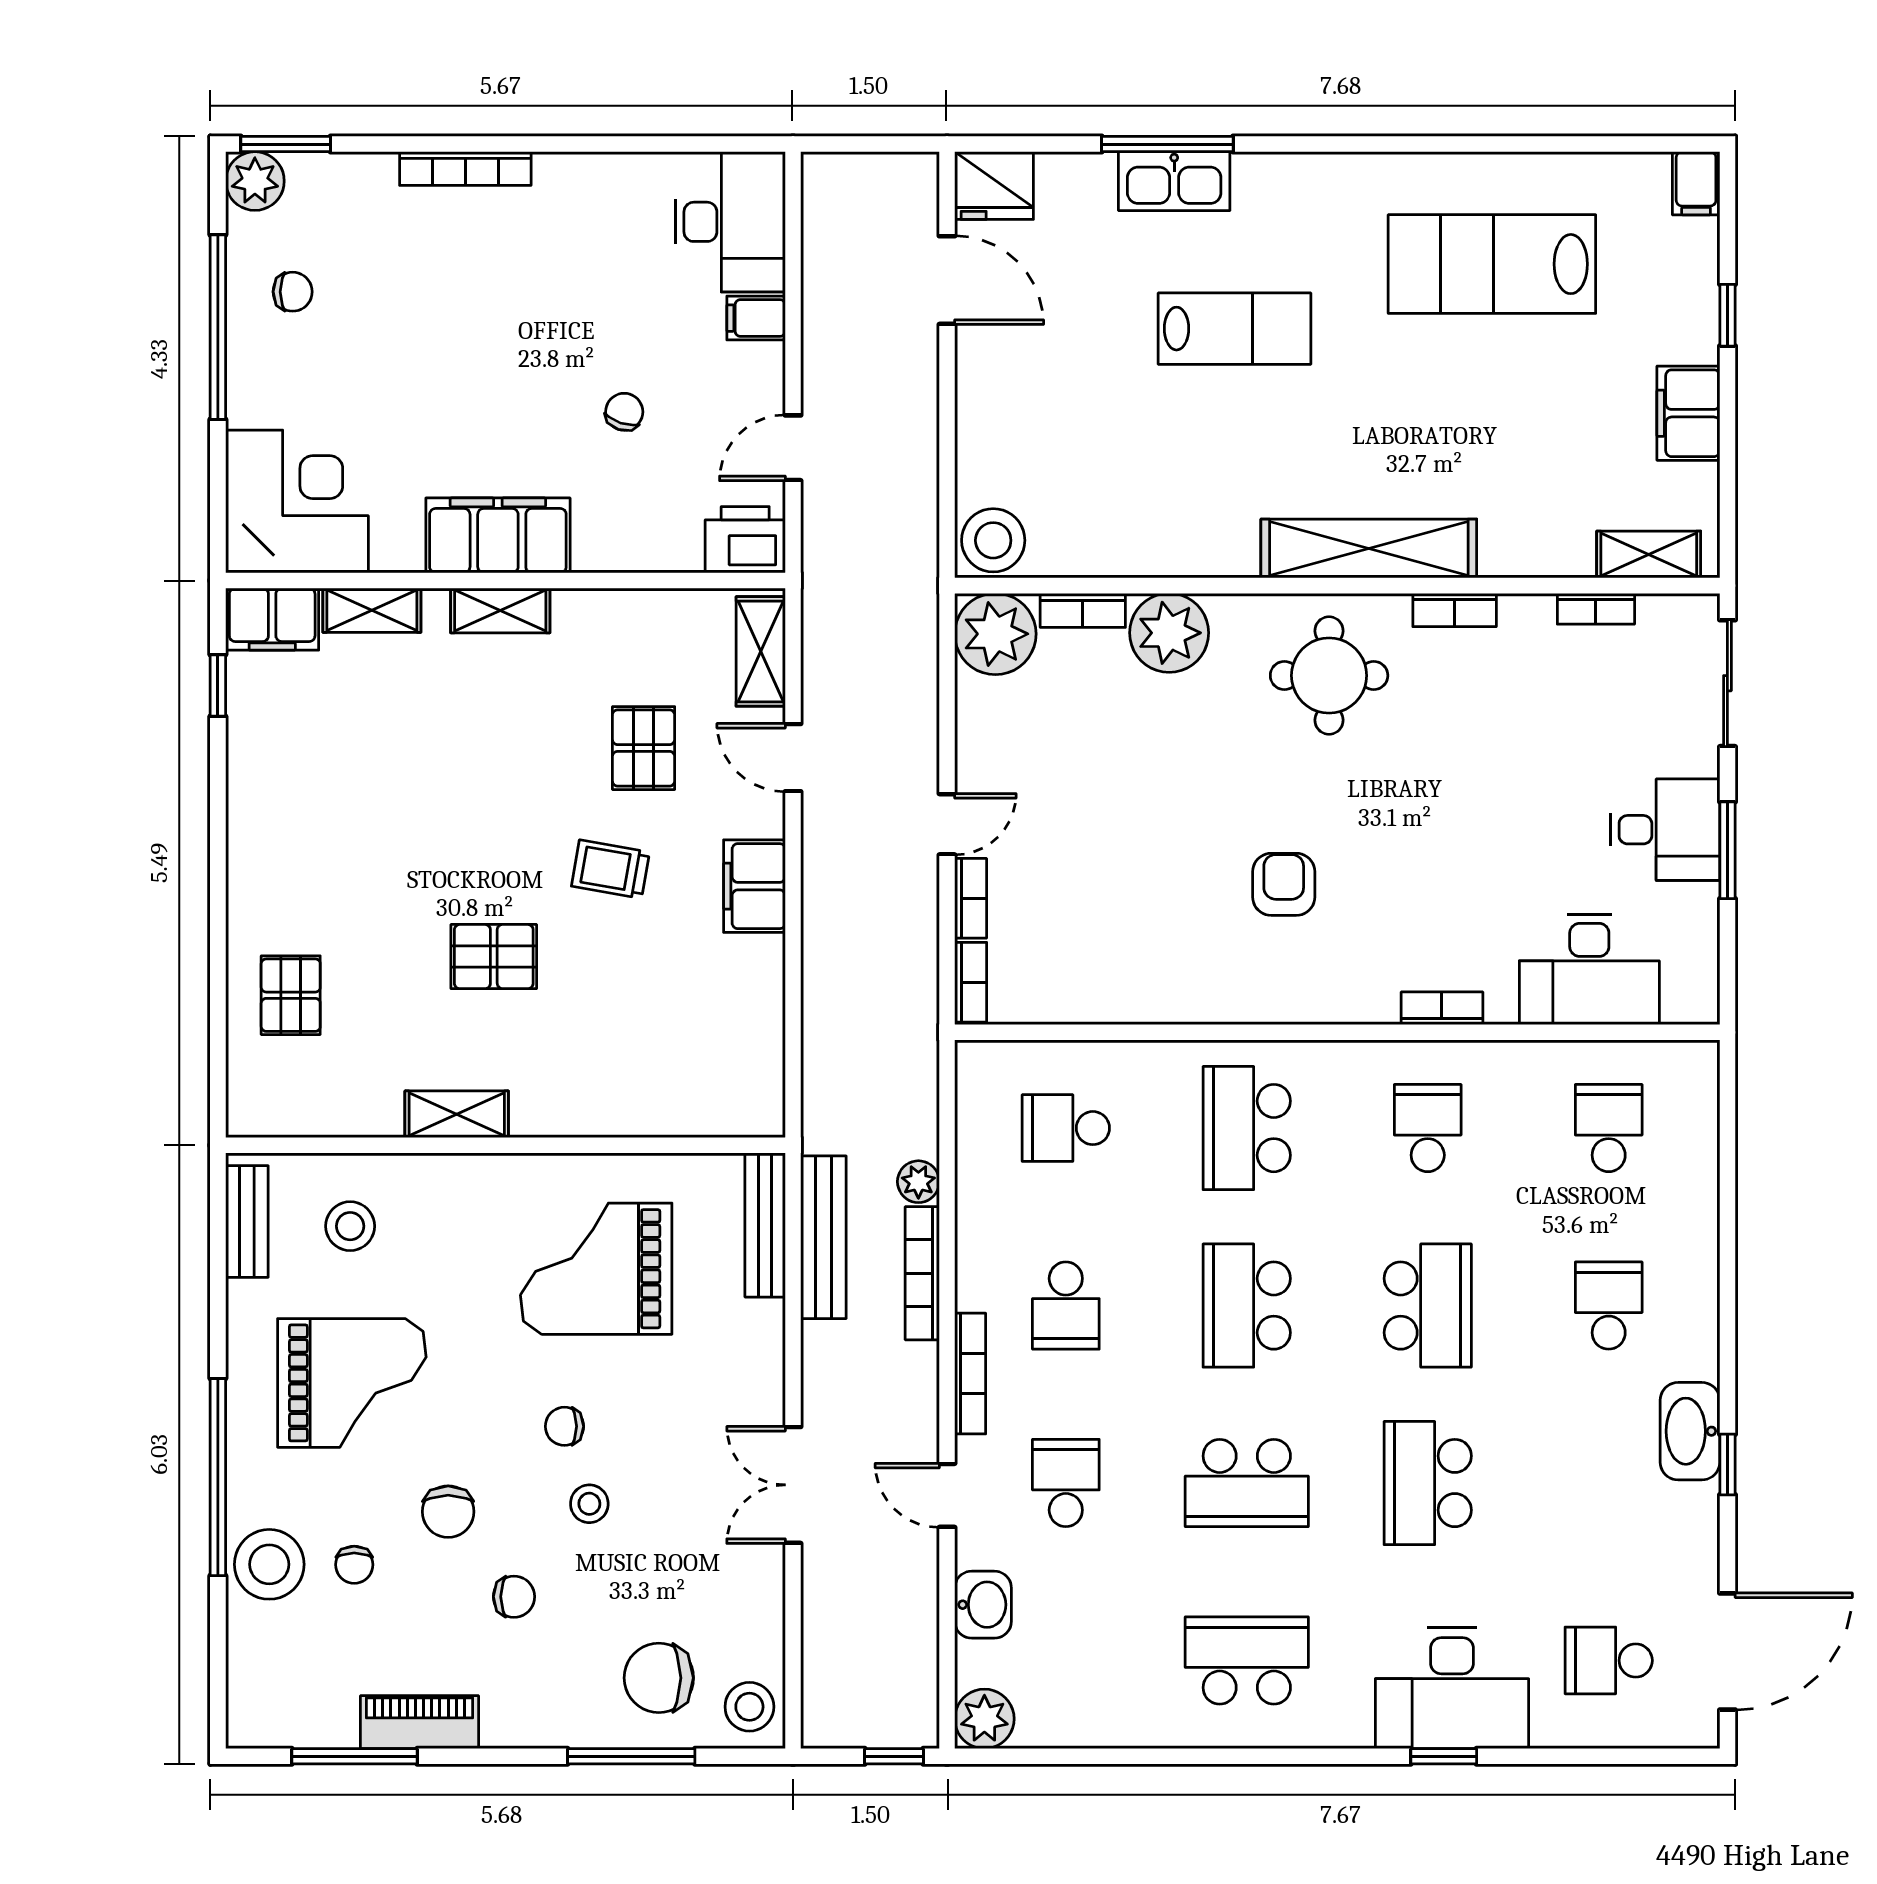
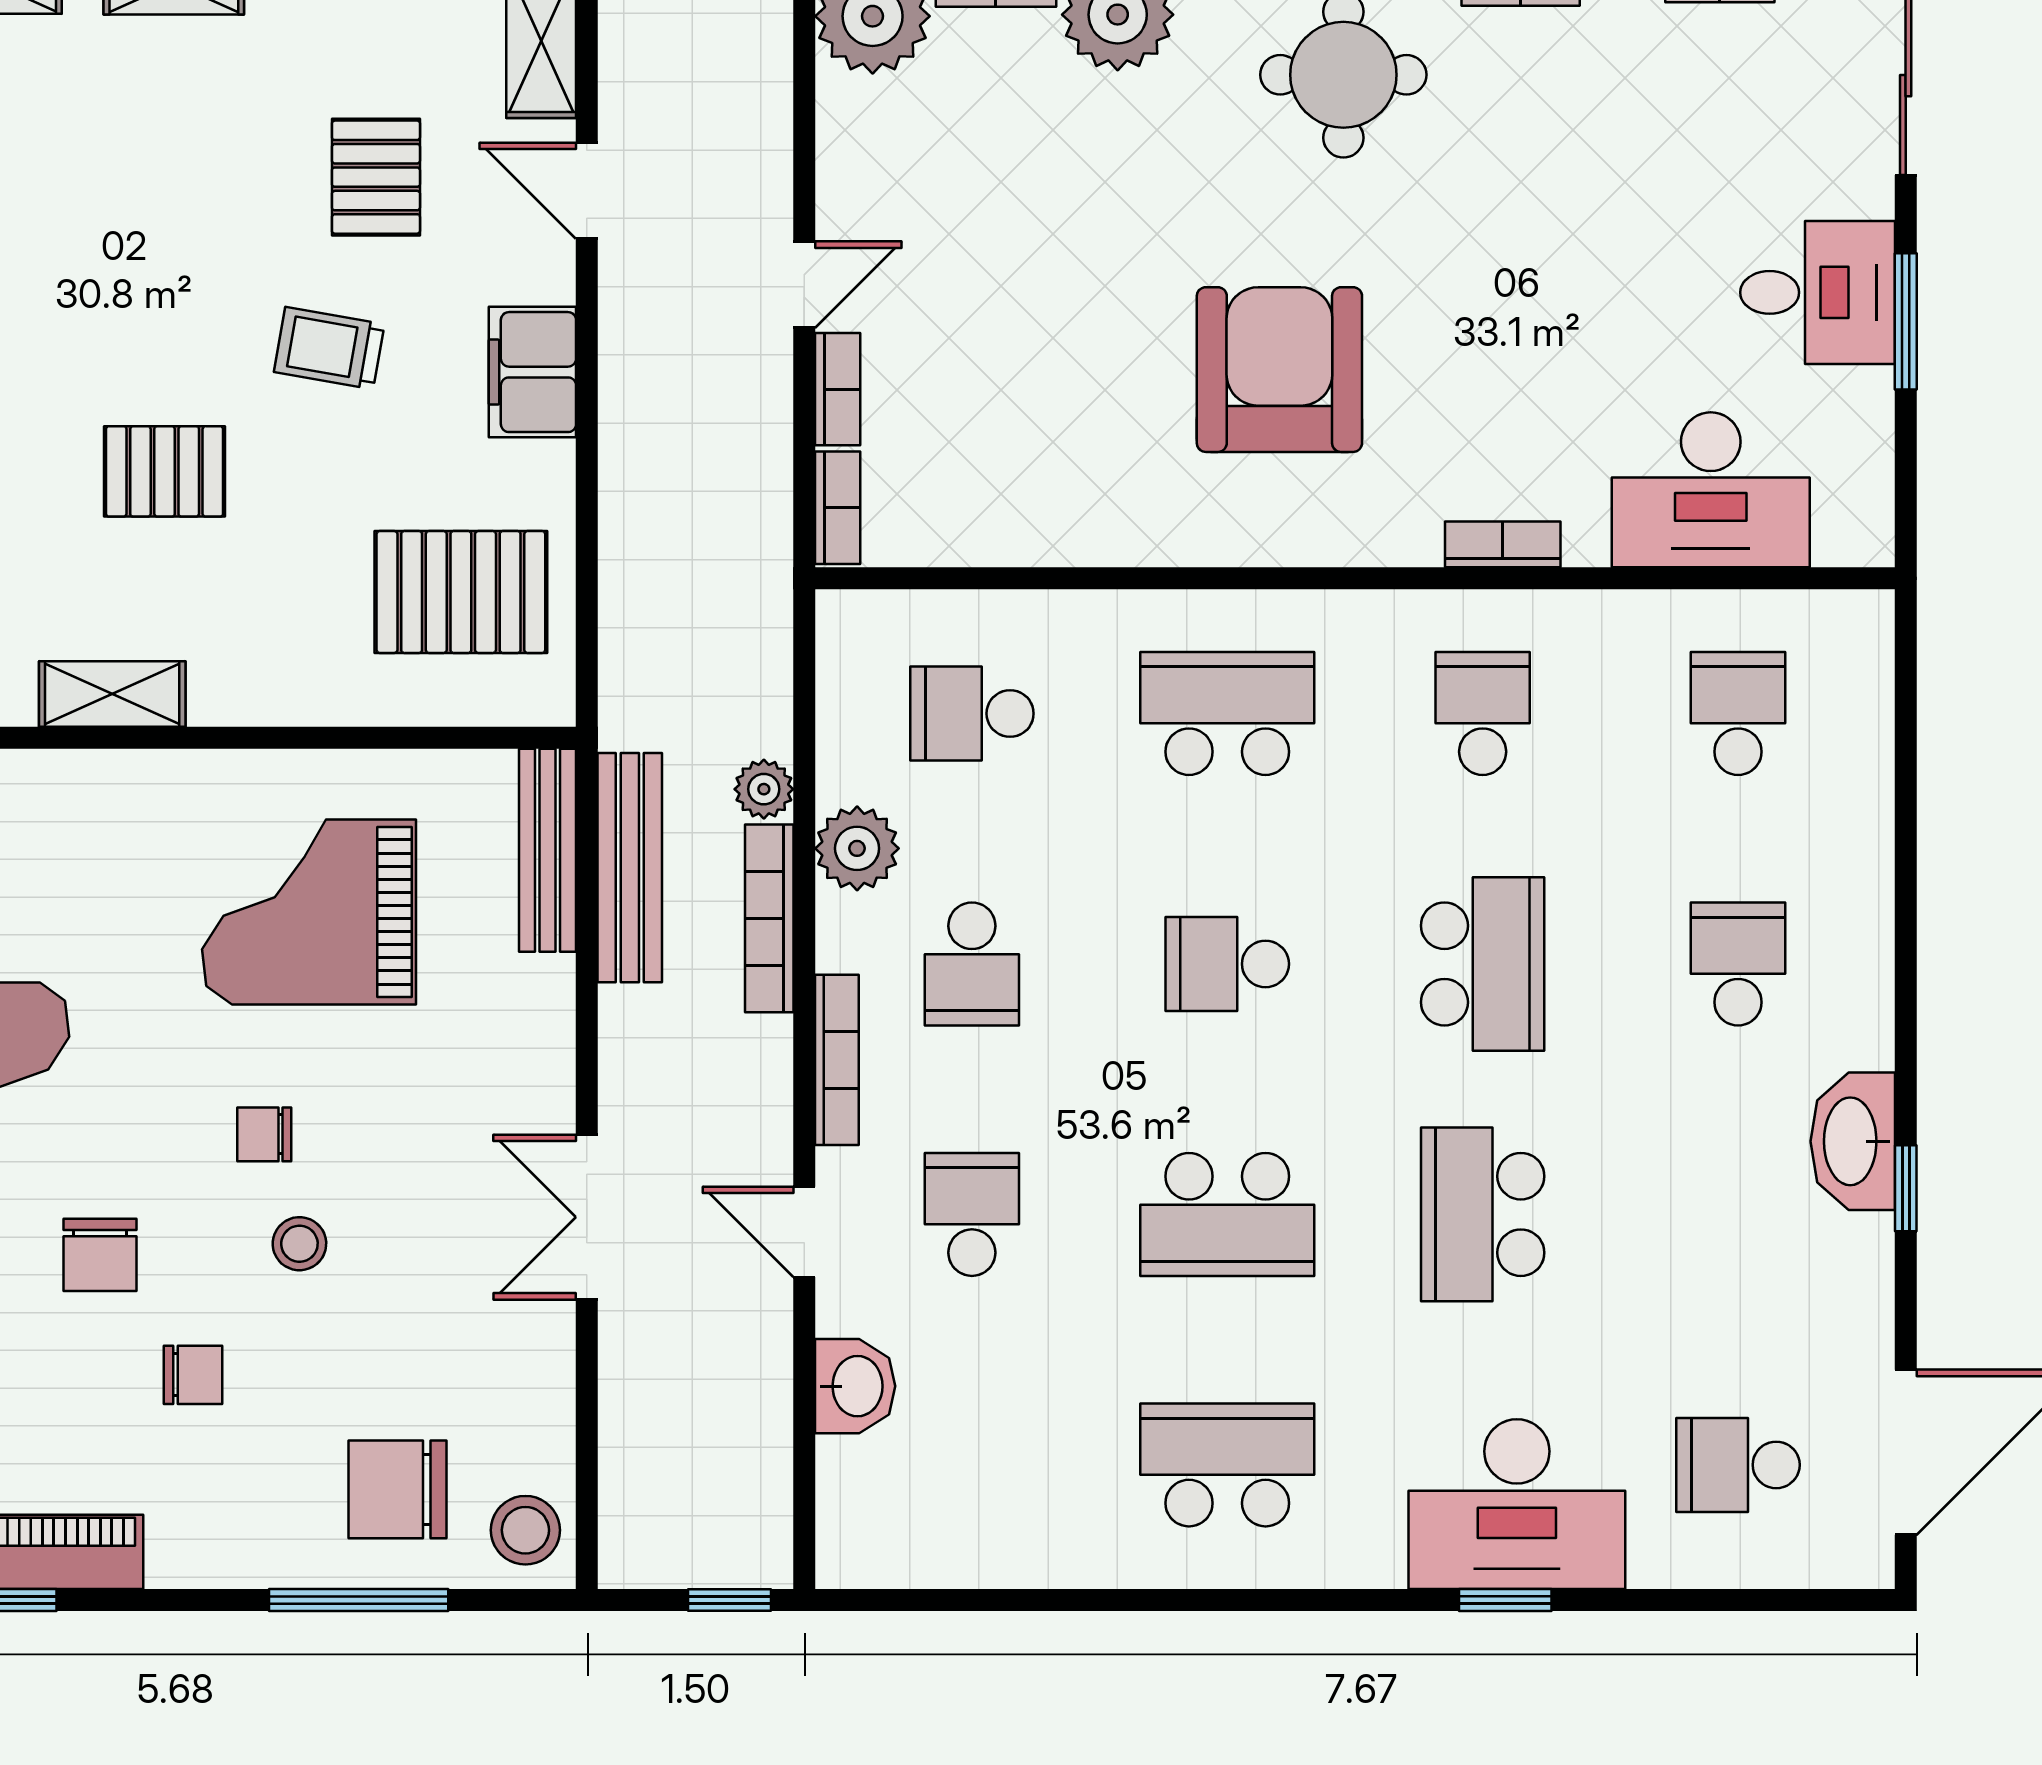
armchair: (1284, 884) -> (1279, 370), width x1.88, depth x1.88
pallet: (704, 1042) -> (461, 592), added
school desk: (1247, 1128) -> (1227, 714), turned 90
school desk: (1247, 1306) -> (1227, 964), width x0.54
plant: (984, 1719) -> (857, 848), moved

